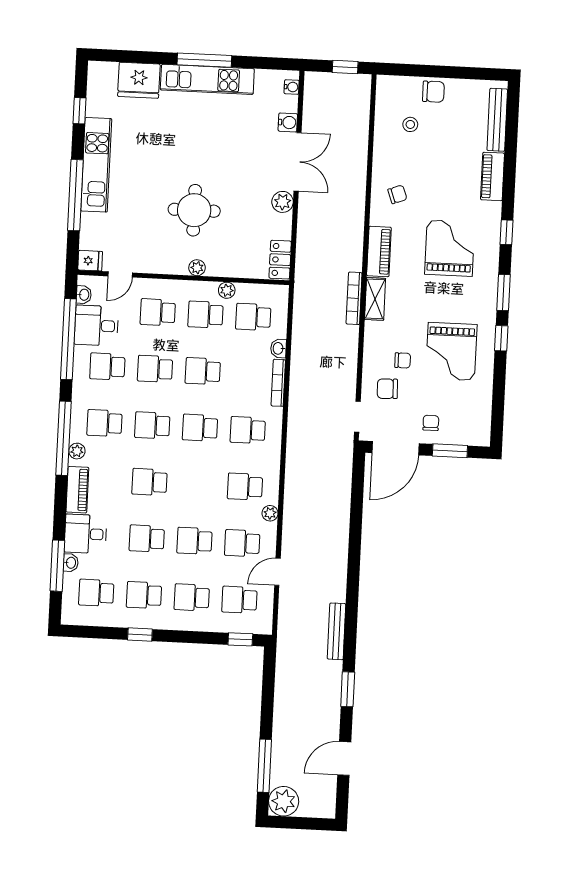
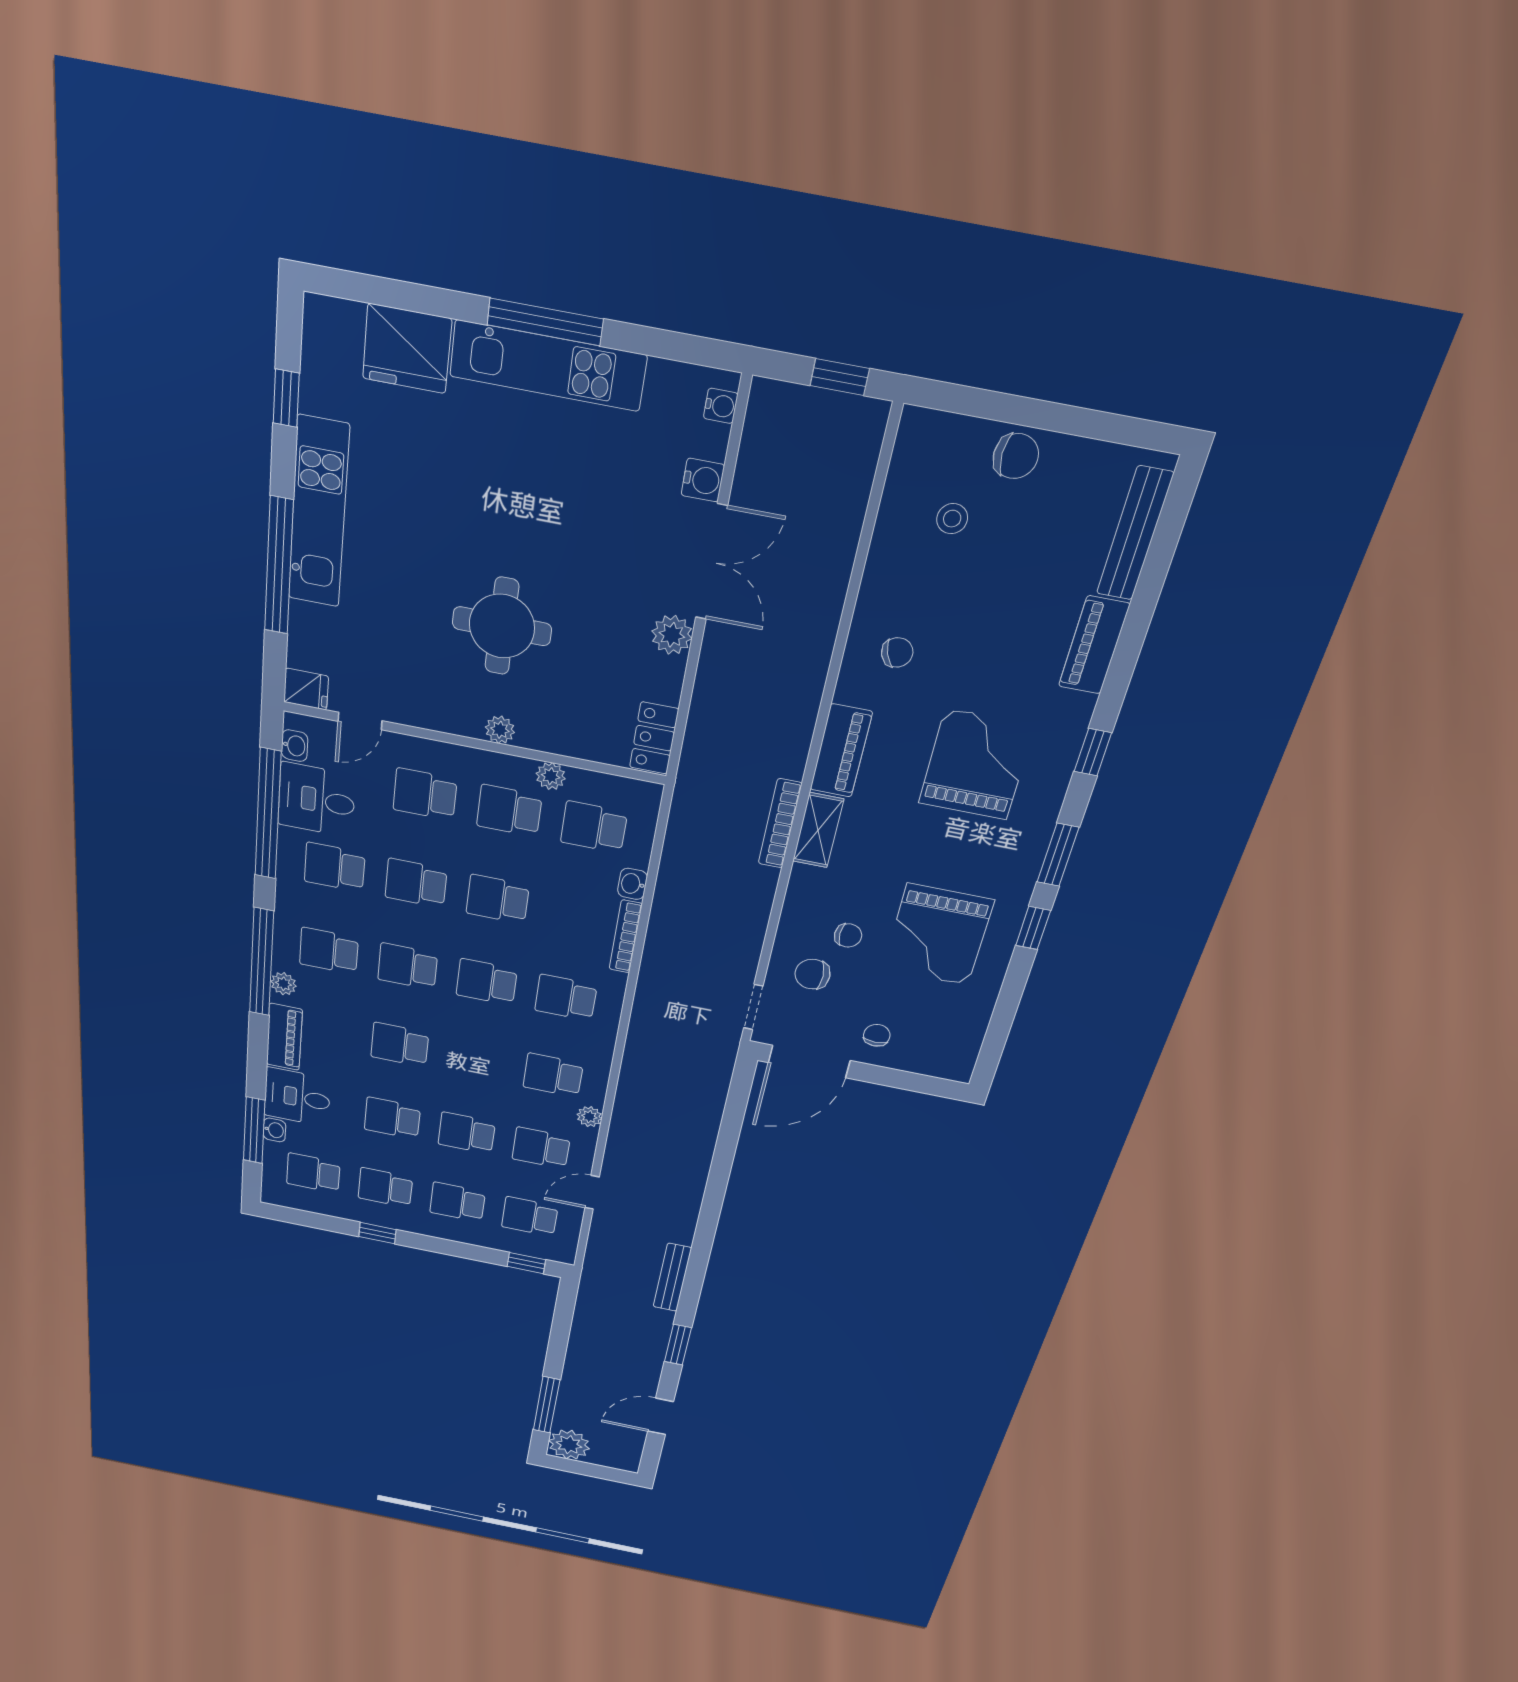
window: (450, 451) -> (900, 1079), removed

